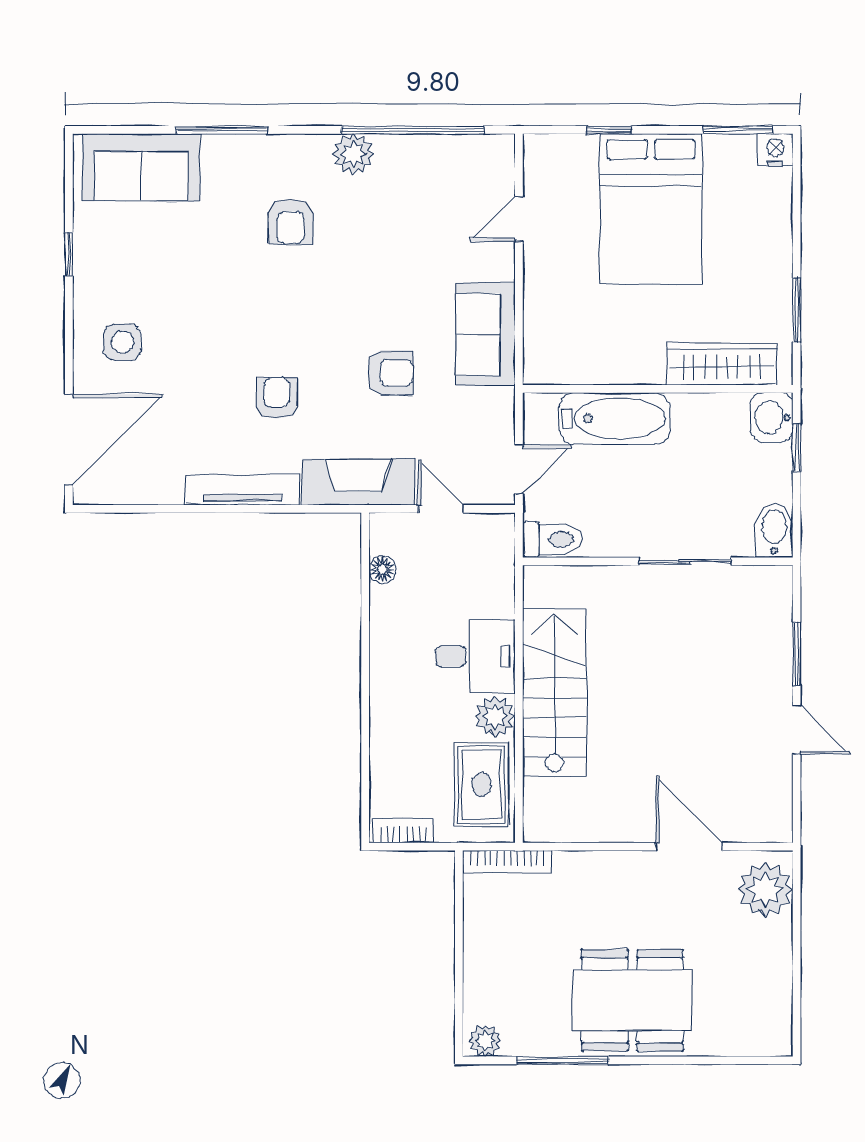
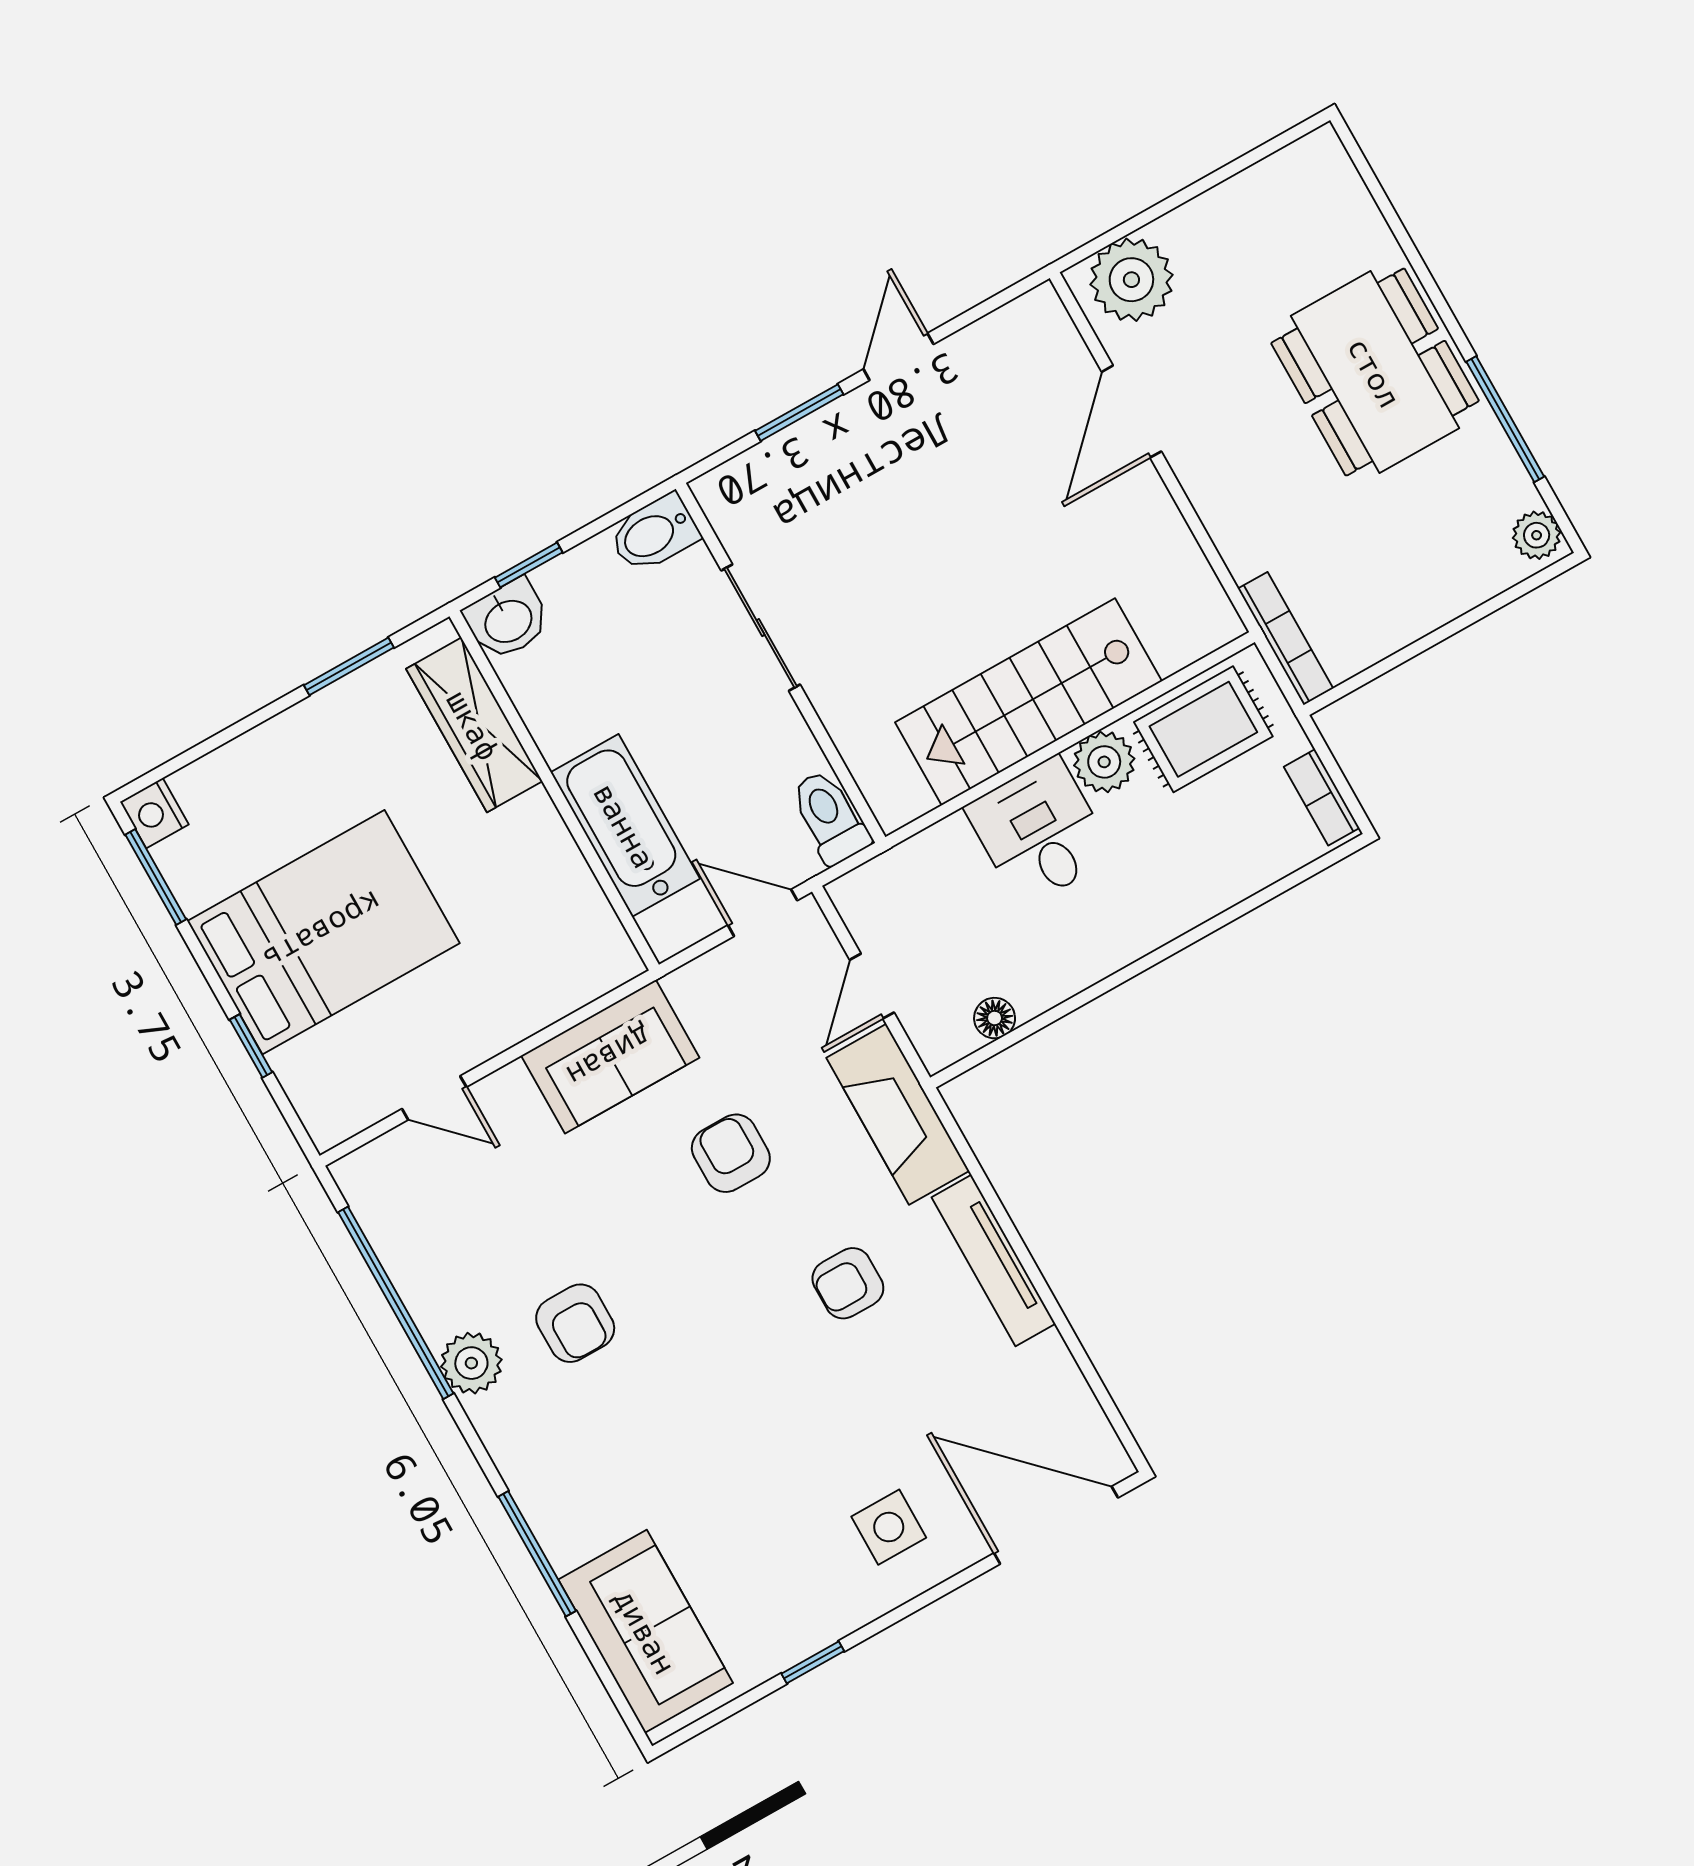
armchair: (290, 221) -> (575, 1323), moved, turned 90

